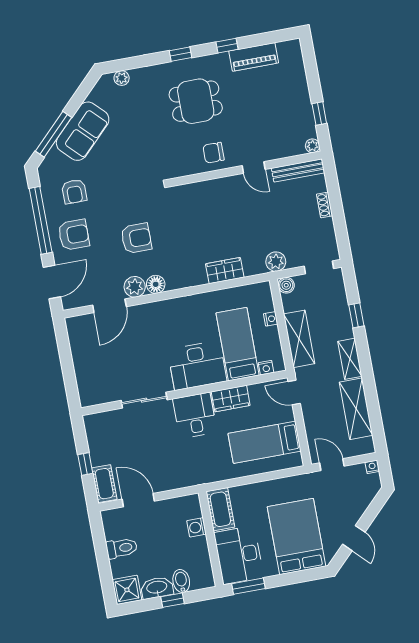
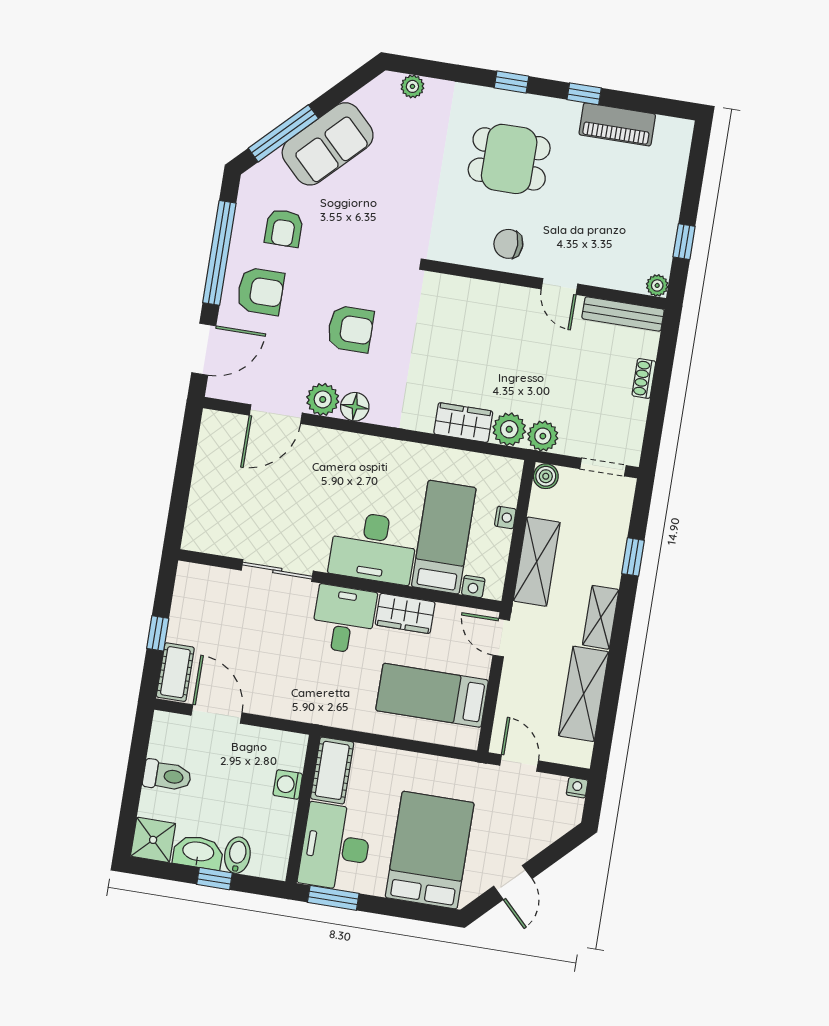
plant: (254, 265) -> (509, 429), added

